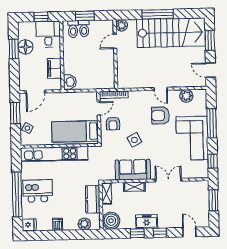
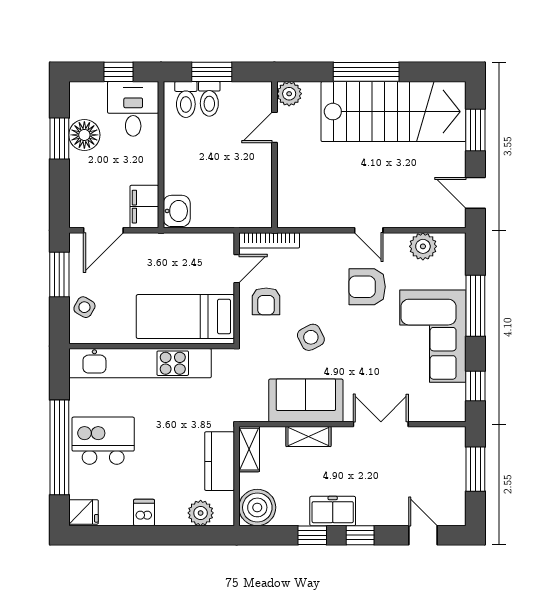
filing cabinet: (54, 68) -> (144, 207), moved

